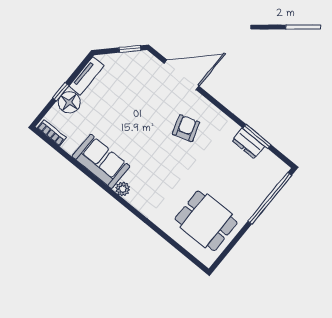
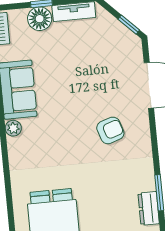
dresser: (248, 143) -> (149, 208), moved

